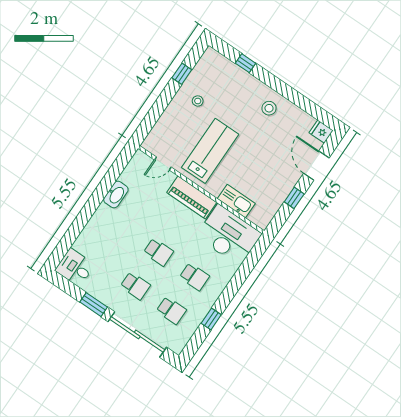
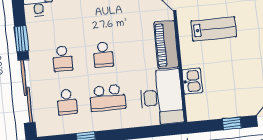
lab bench: (210, 151) -> (214, 29), width x0.73, depth x0.72
kitchen sink: (236, 201) -> (192, 81), width x0.73
school desk: (194, 277) -> (107, 98), width x1.85

